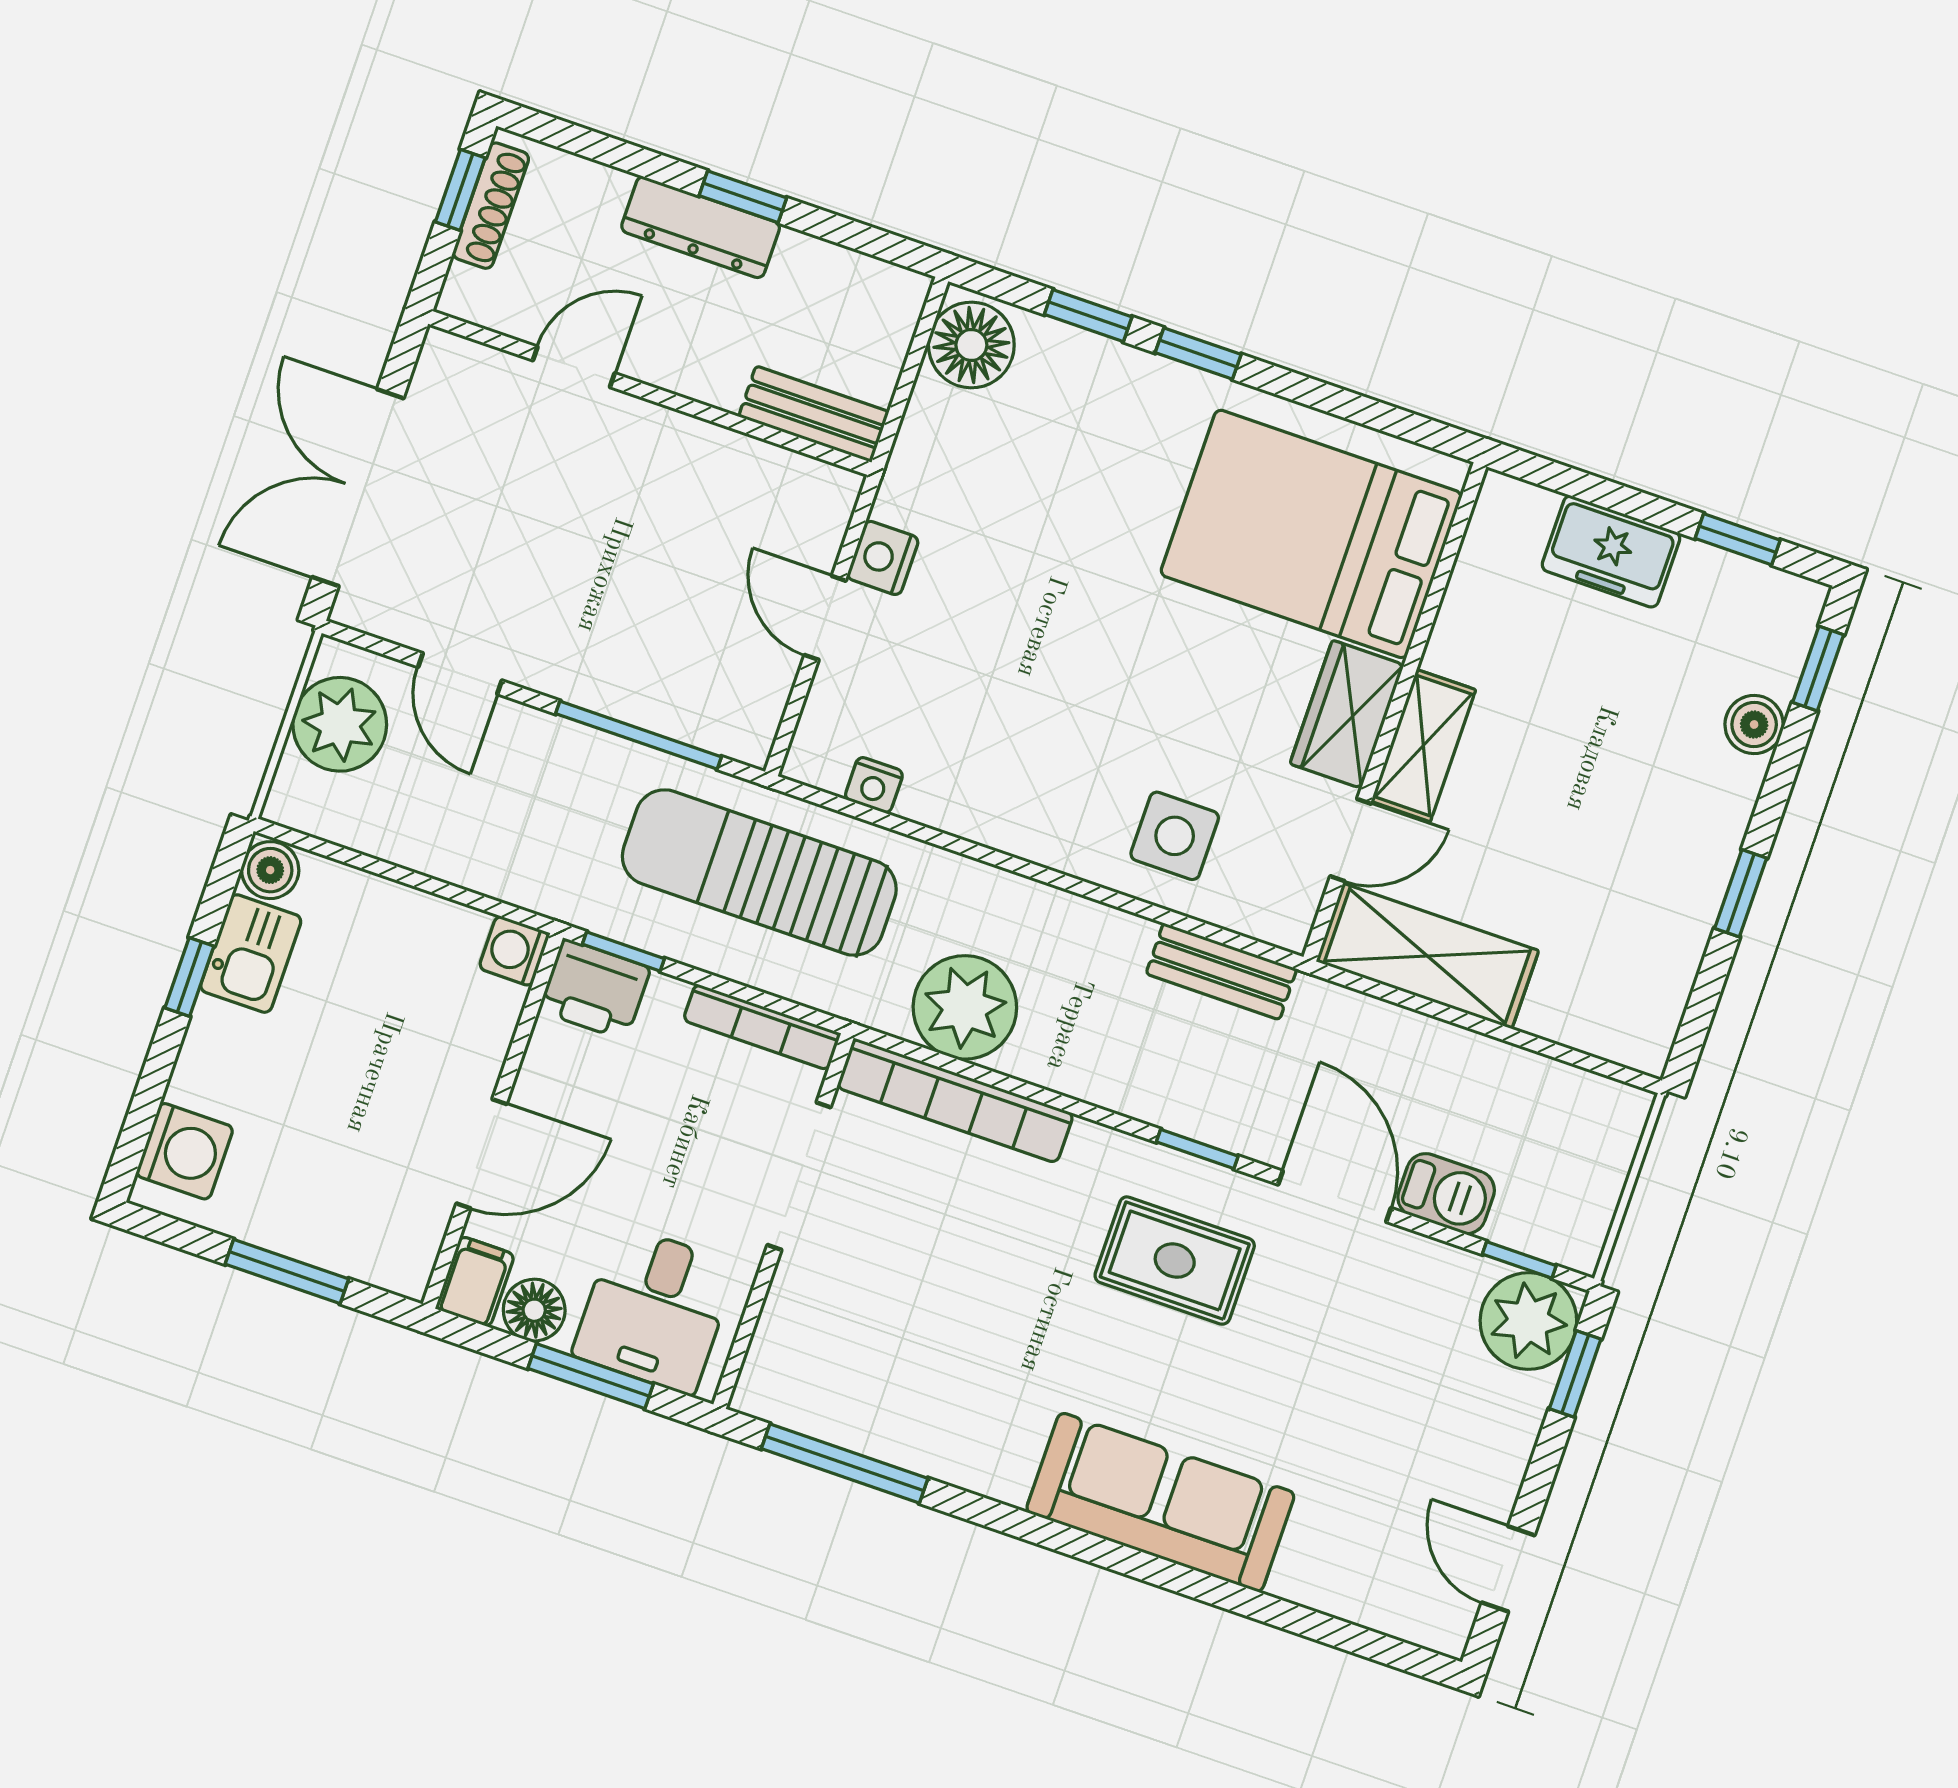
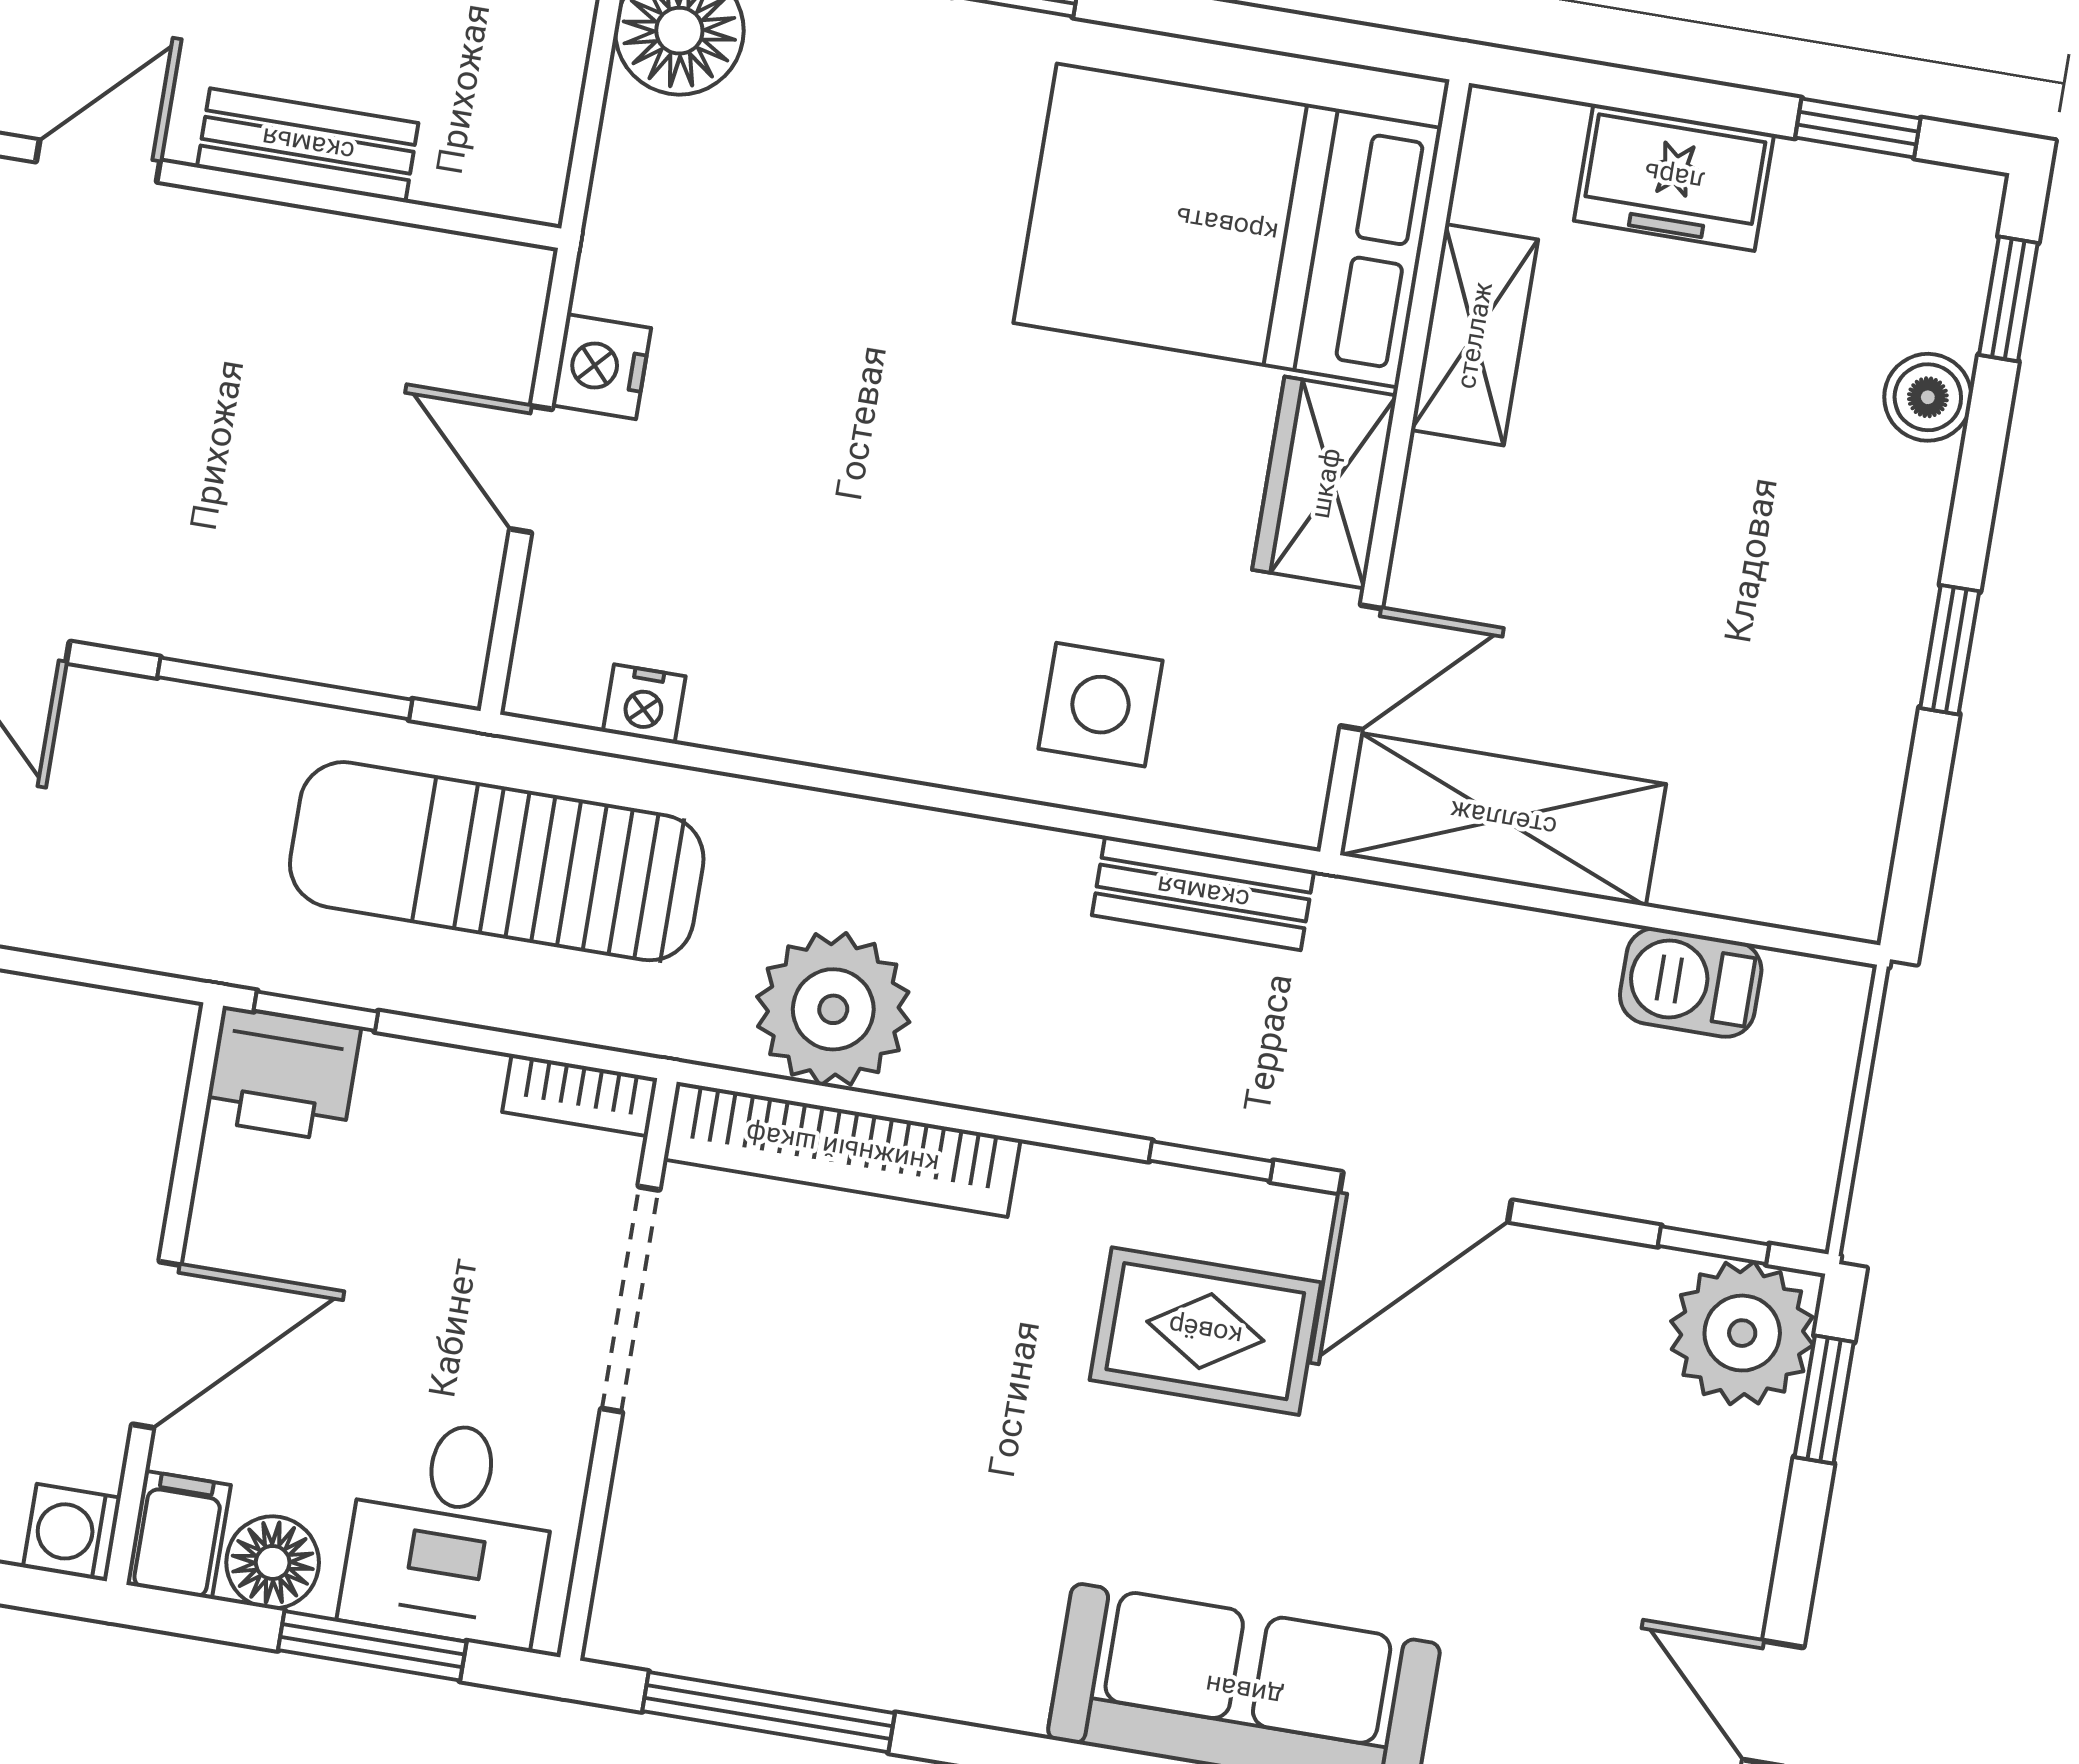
bench: (814, 414) -> (308, 145), moved
shelving: (1423, 746) -> (1474, 335), moved
washing machine: (514, 951) -> (72, 1533), moved
bookcase: (762, 1027) -> (580, 1095), width x0.64
barbecue: (1446, 1194) -> (1691, 983), moved, turned 180
door: (1335, 1196) -> (1425, 1197), swing flipped

